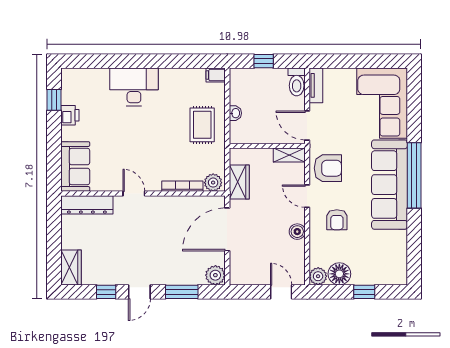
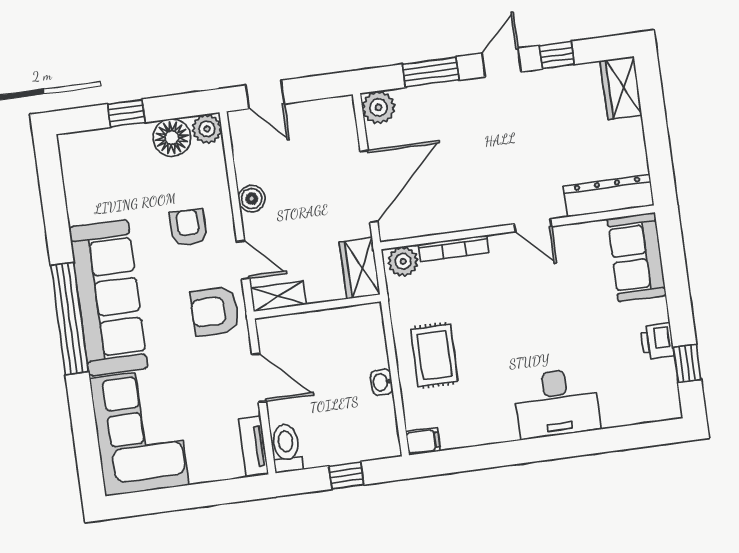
wall: (267, 146) -> (317, 306), moved
shelving: (289, 155) -> (278, 296), moved

